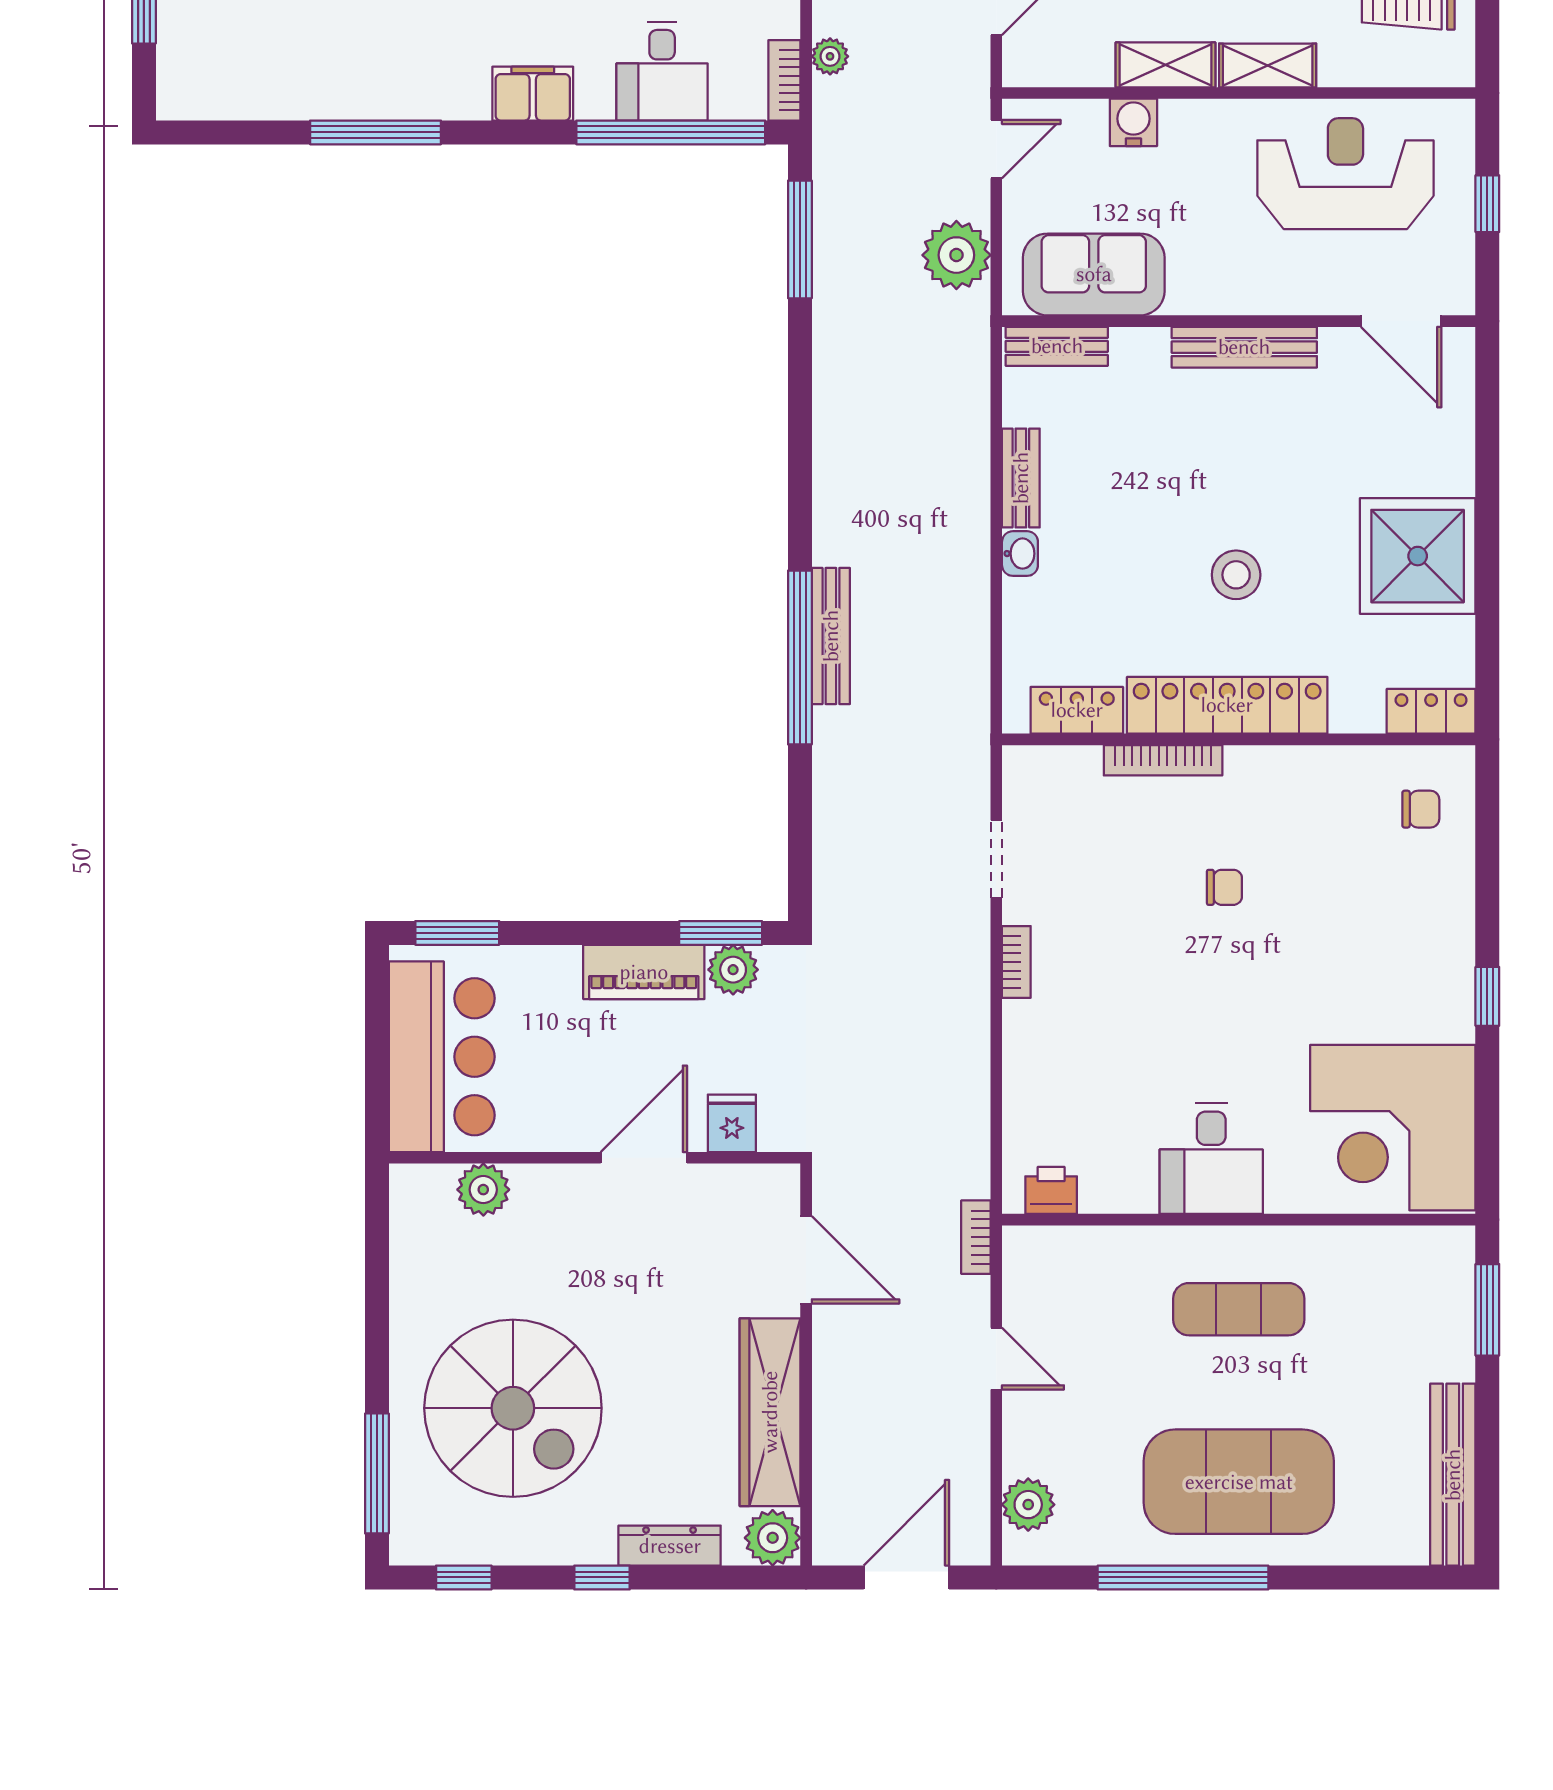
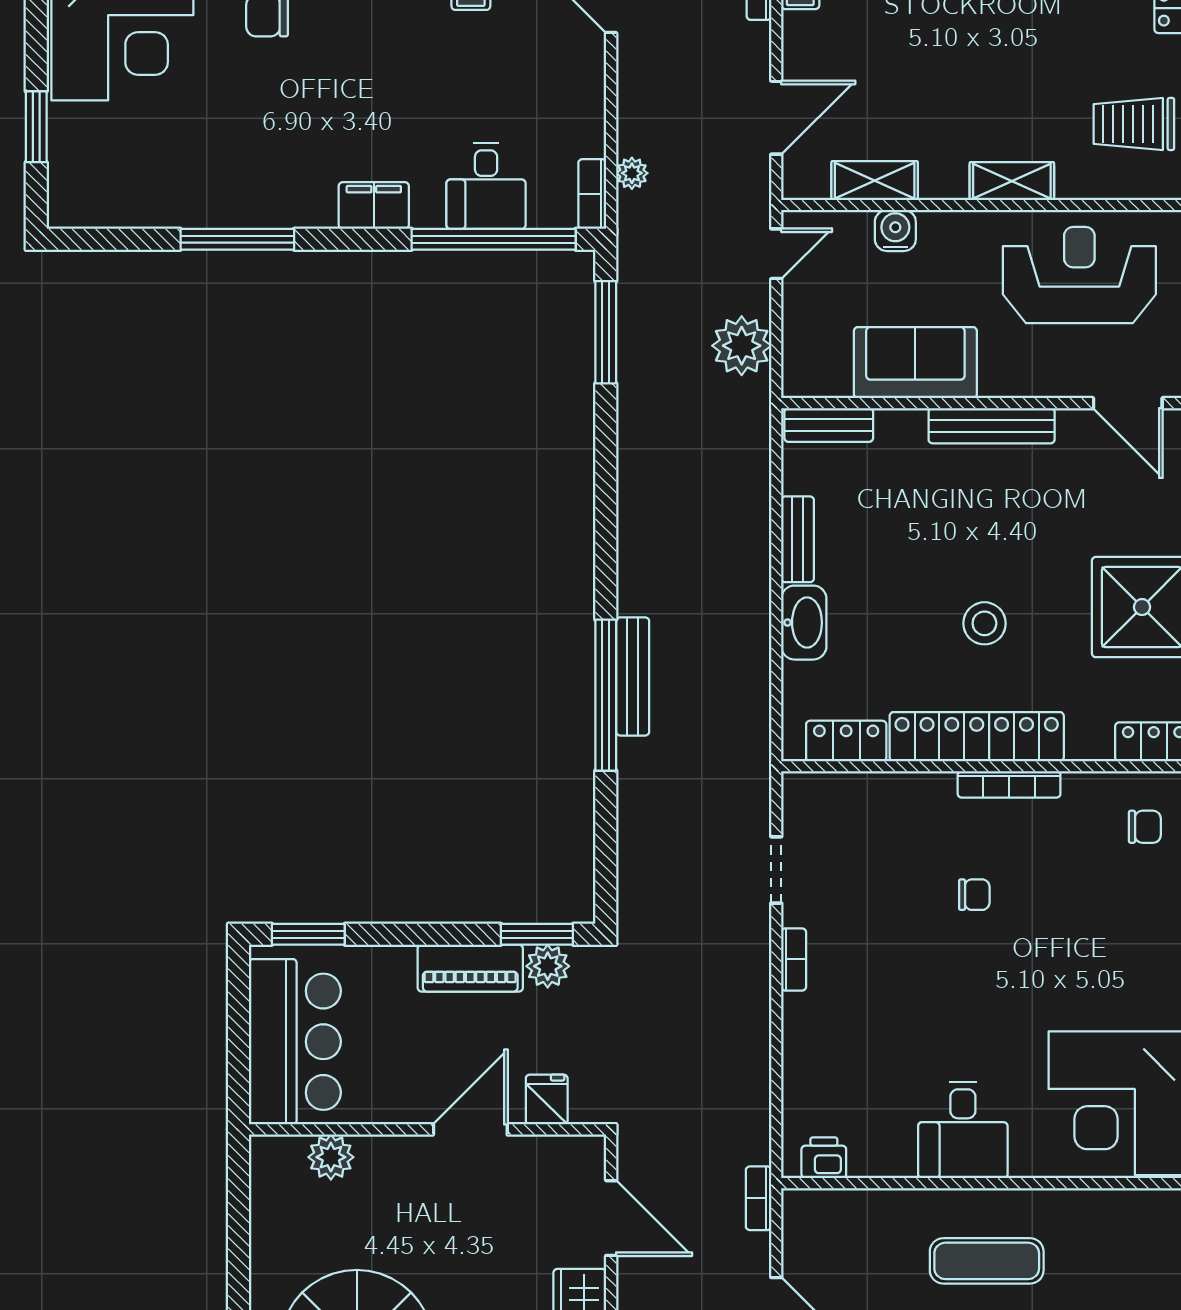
shelving: (1166, 65) -> (875, 181), moved
sofa: (1094, 274) -> (915, 363), moved
washbasin: (1020, 554) -> (804, 623), width x1.91, depth x1.45
bookcase: (1163, 760) -> (1009, 784), moved

